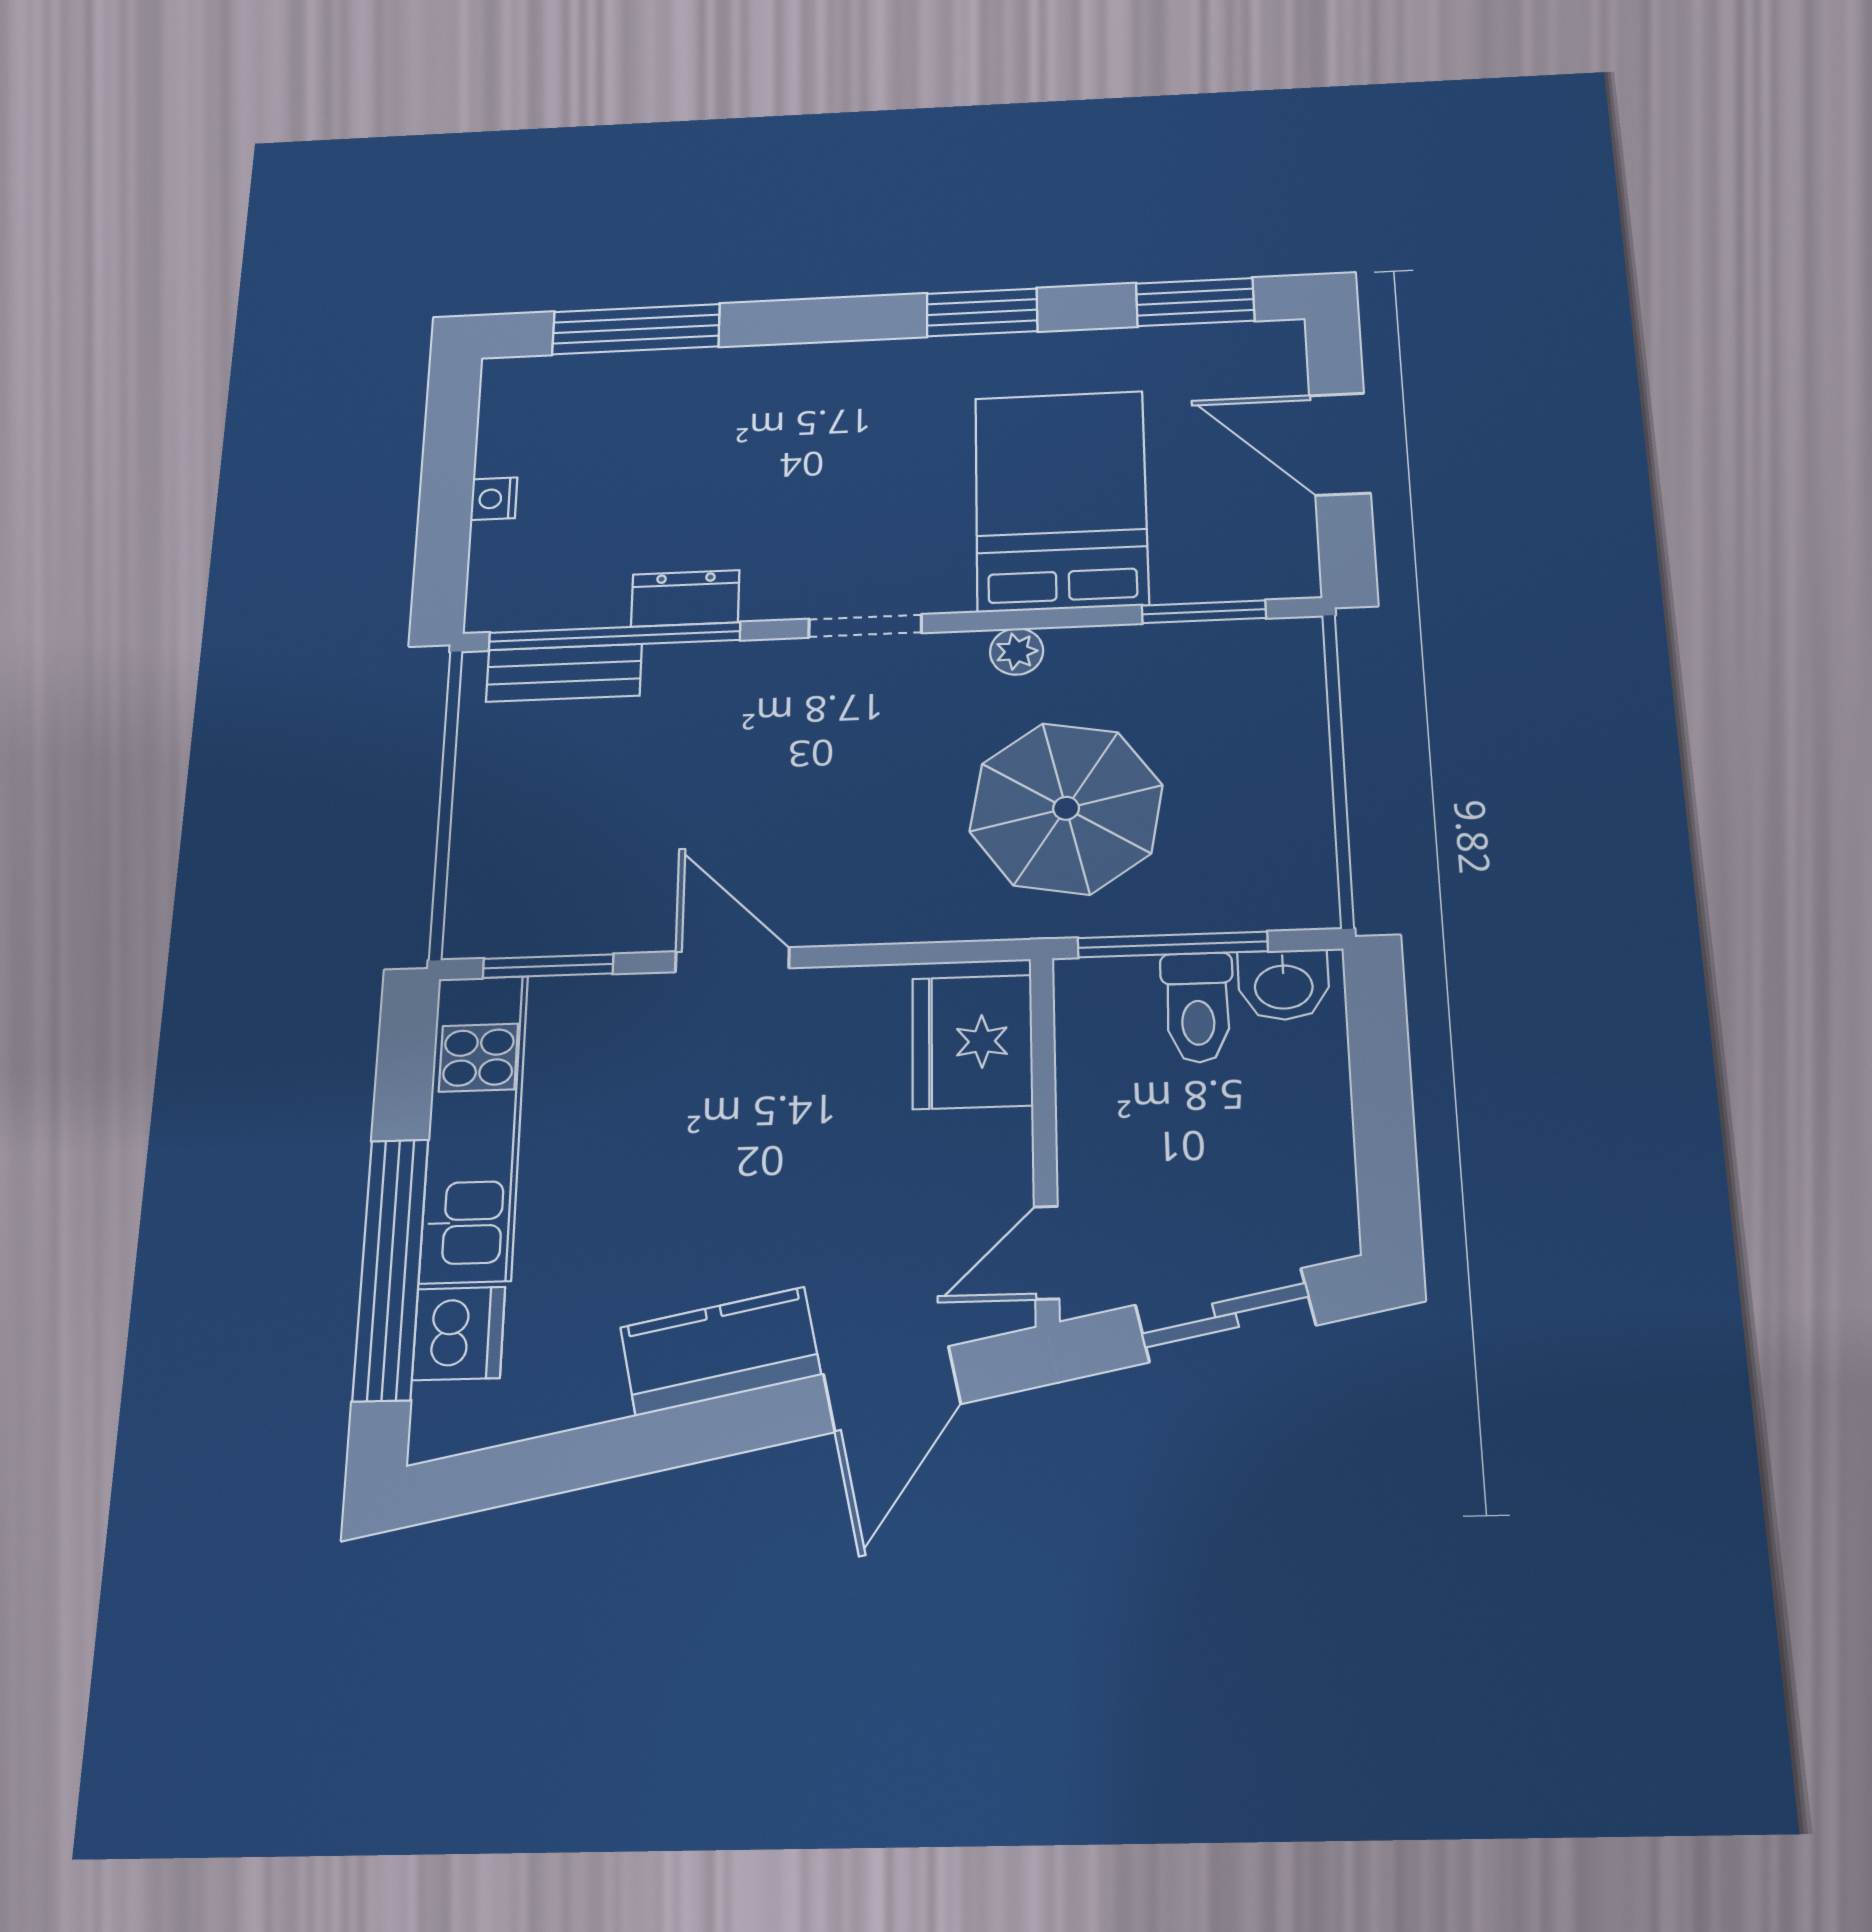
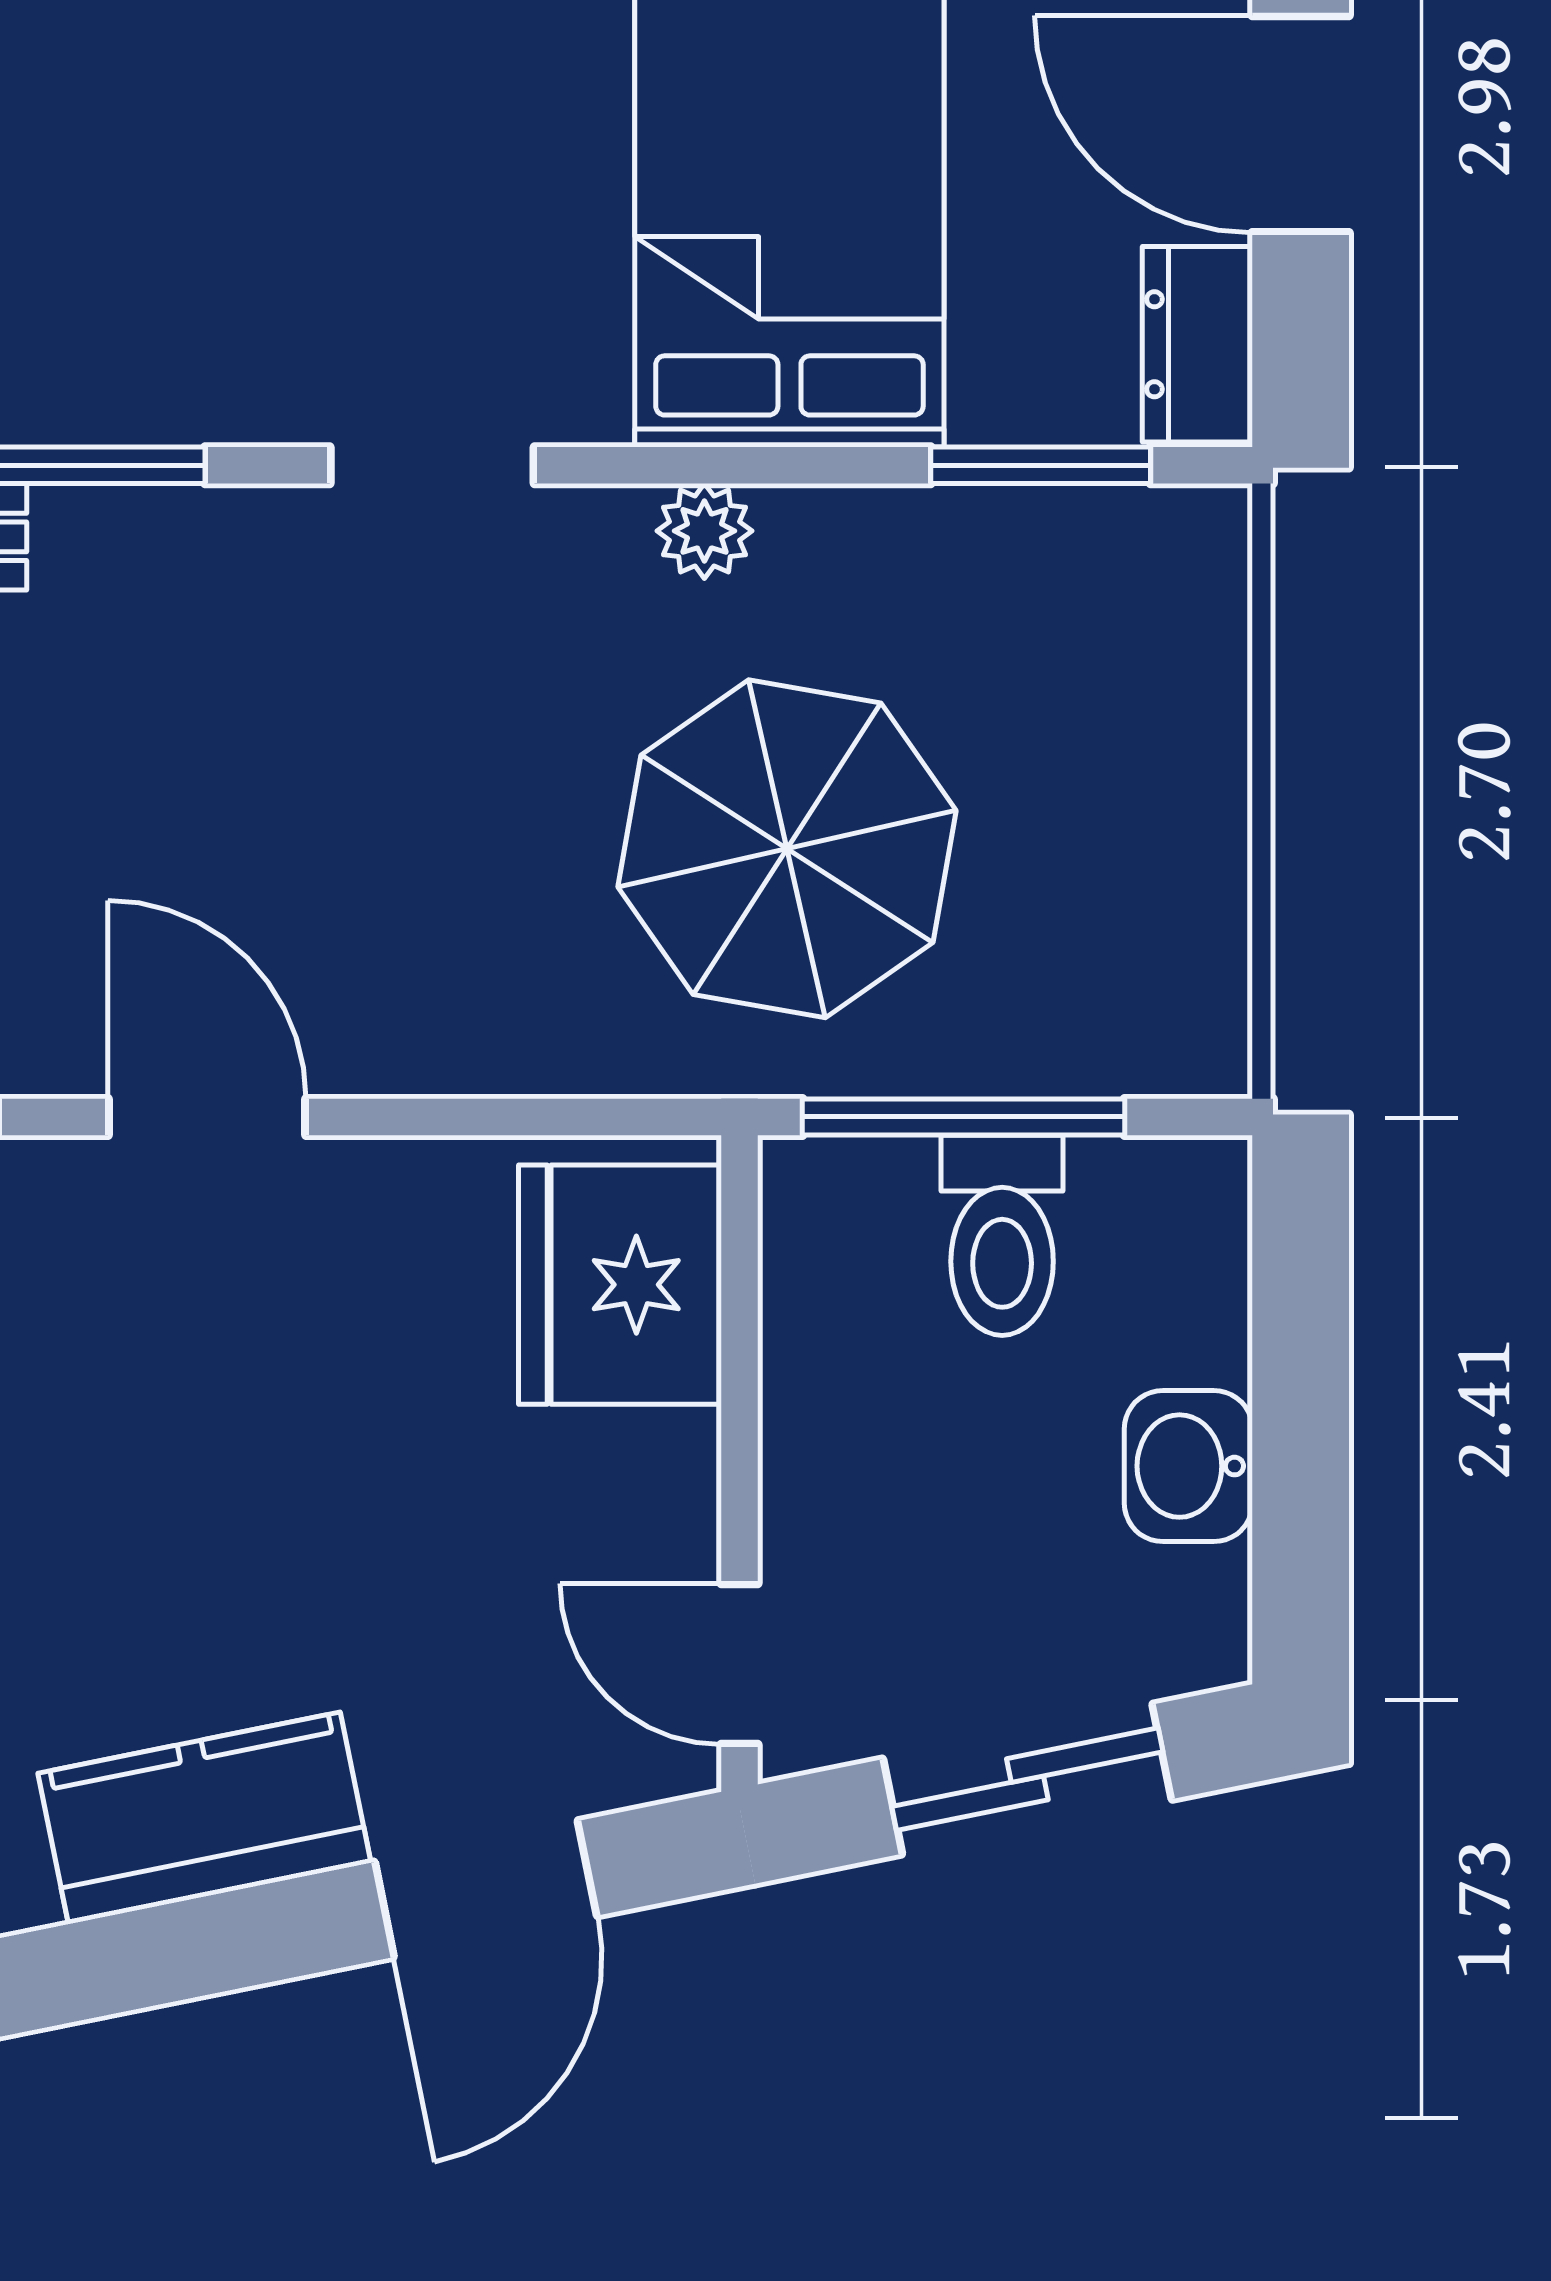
dresser: (685, 598) -> (1197, 344), moved, turned -90
washbasin: (1284, 985) -> (1188, 1466), moved, turned 90
door: (1047, 1253) -> (740, 1664), hinge flipped

